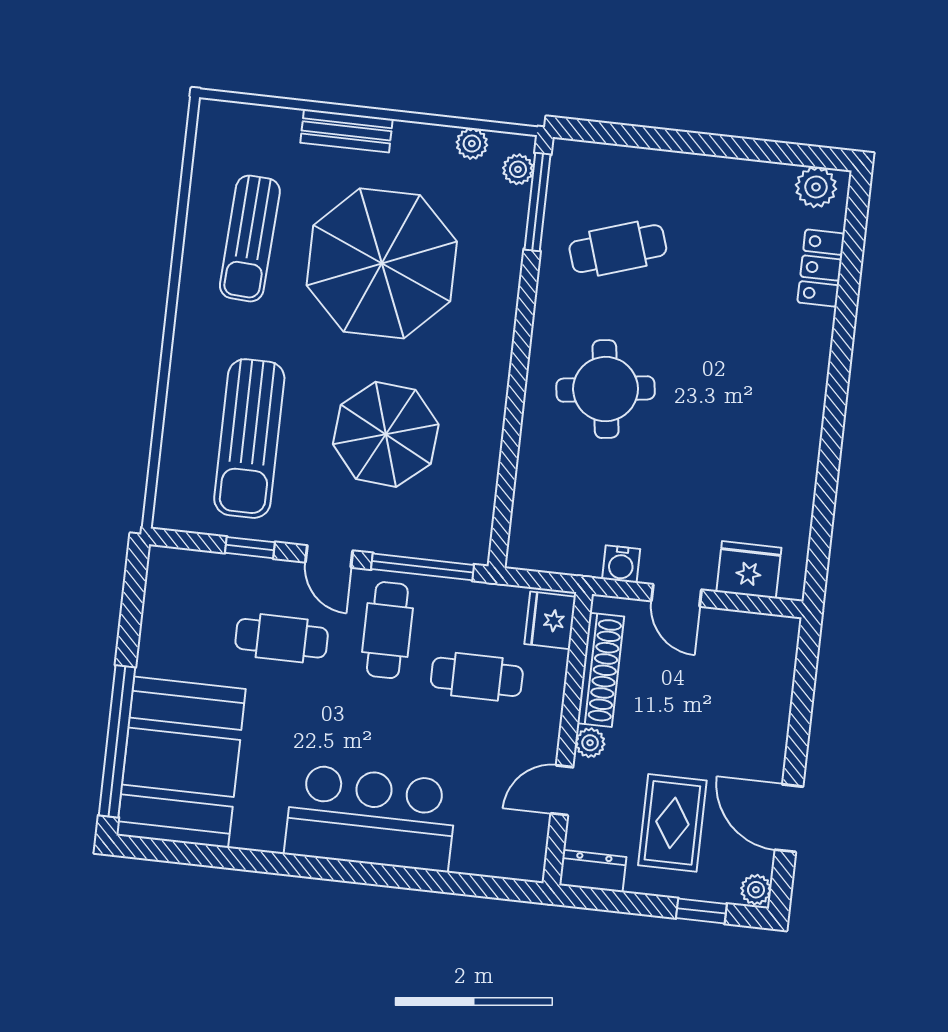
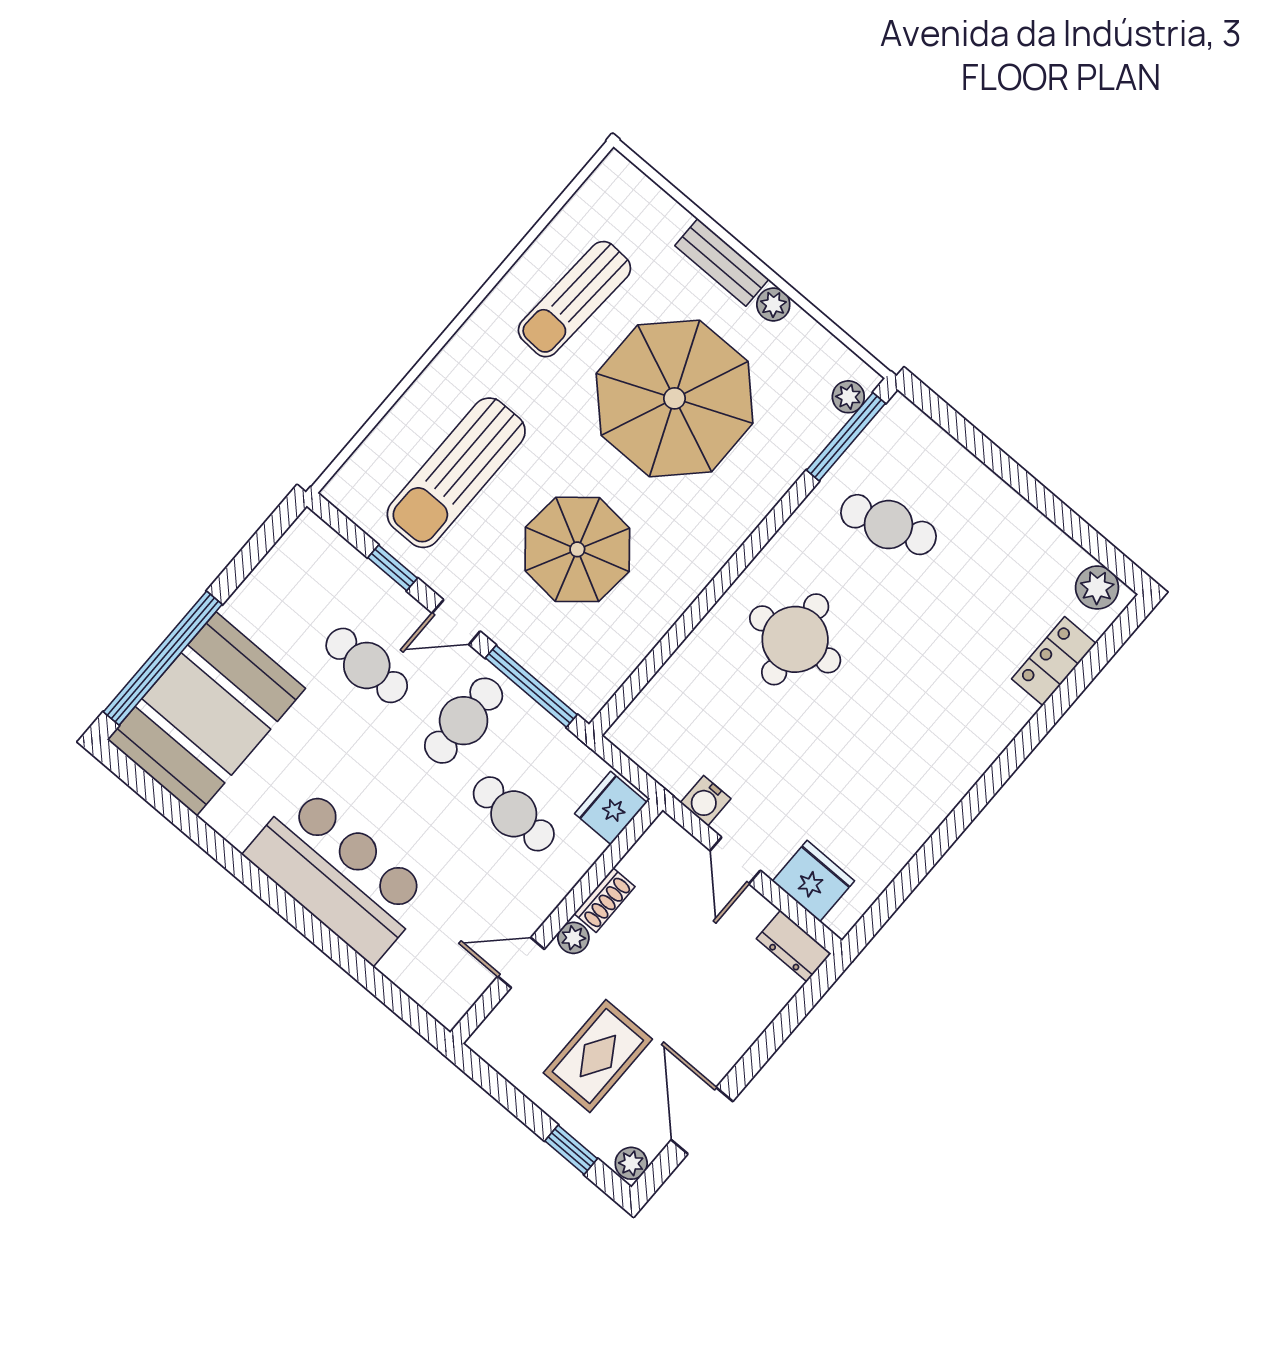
plant: (472, 144) -> (773, 304), moved
door: (329, 556) -> (456, 622), hinge flipped
shoe rack: (601, 670) -> (605, 900), width x0.51, depth x0.81
dresser: (593, 871) -> (794, 946), moved, turned 180

